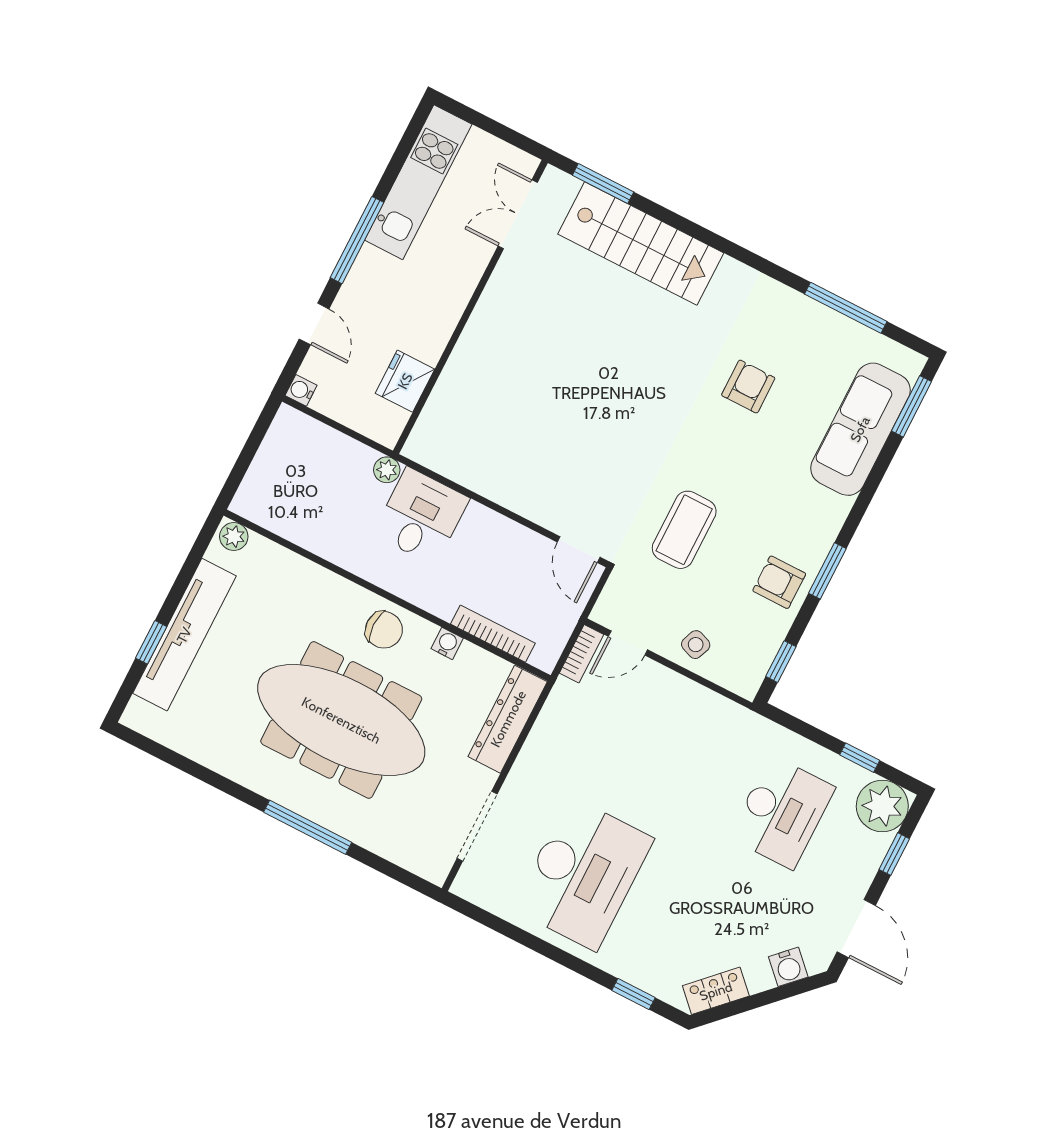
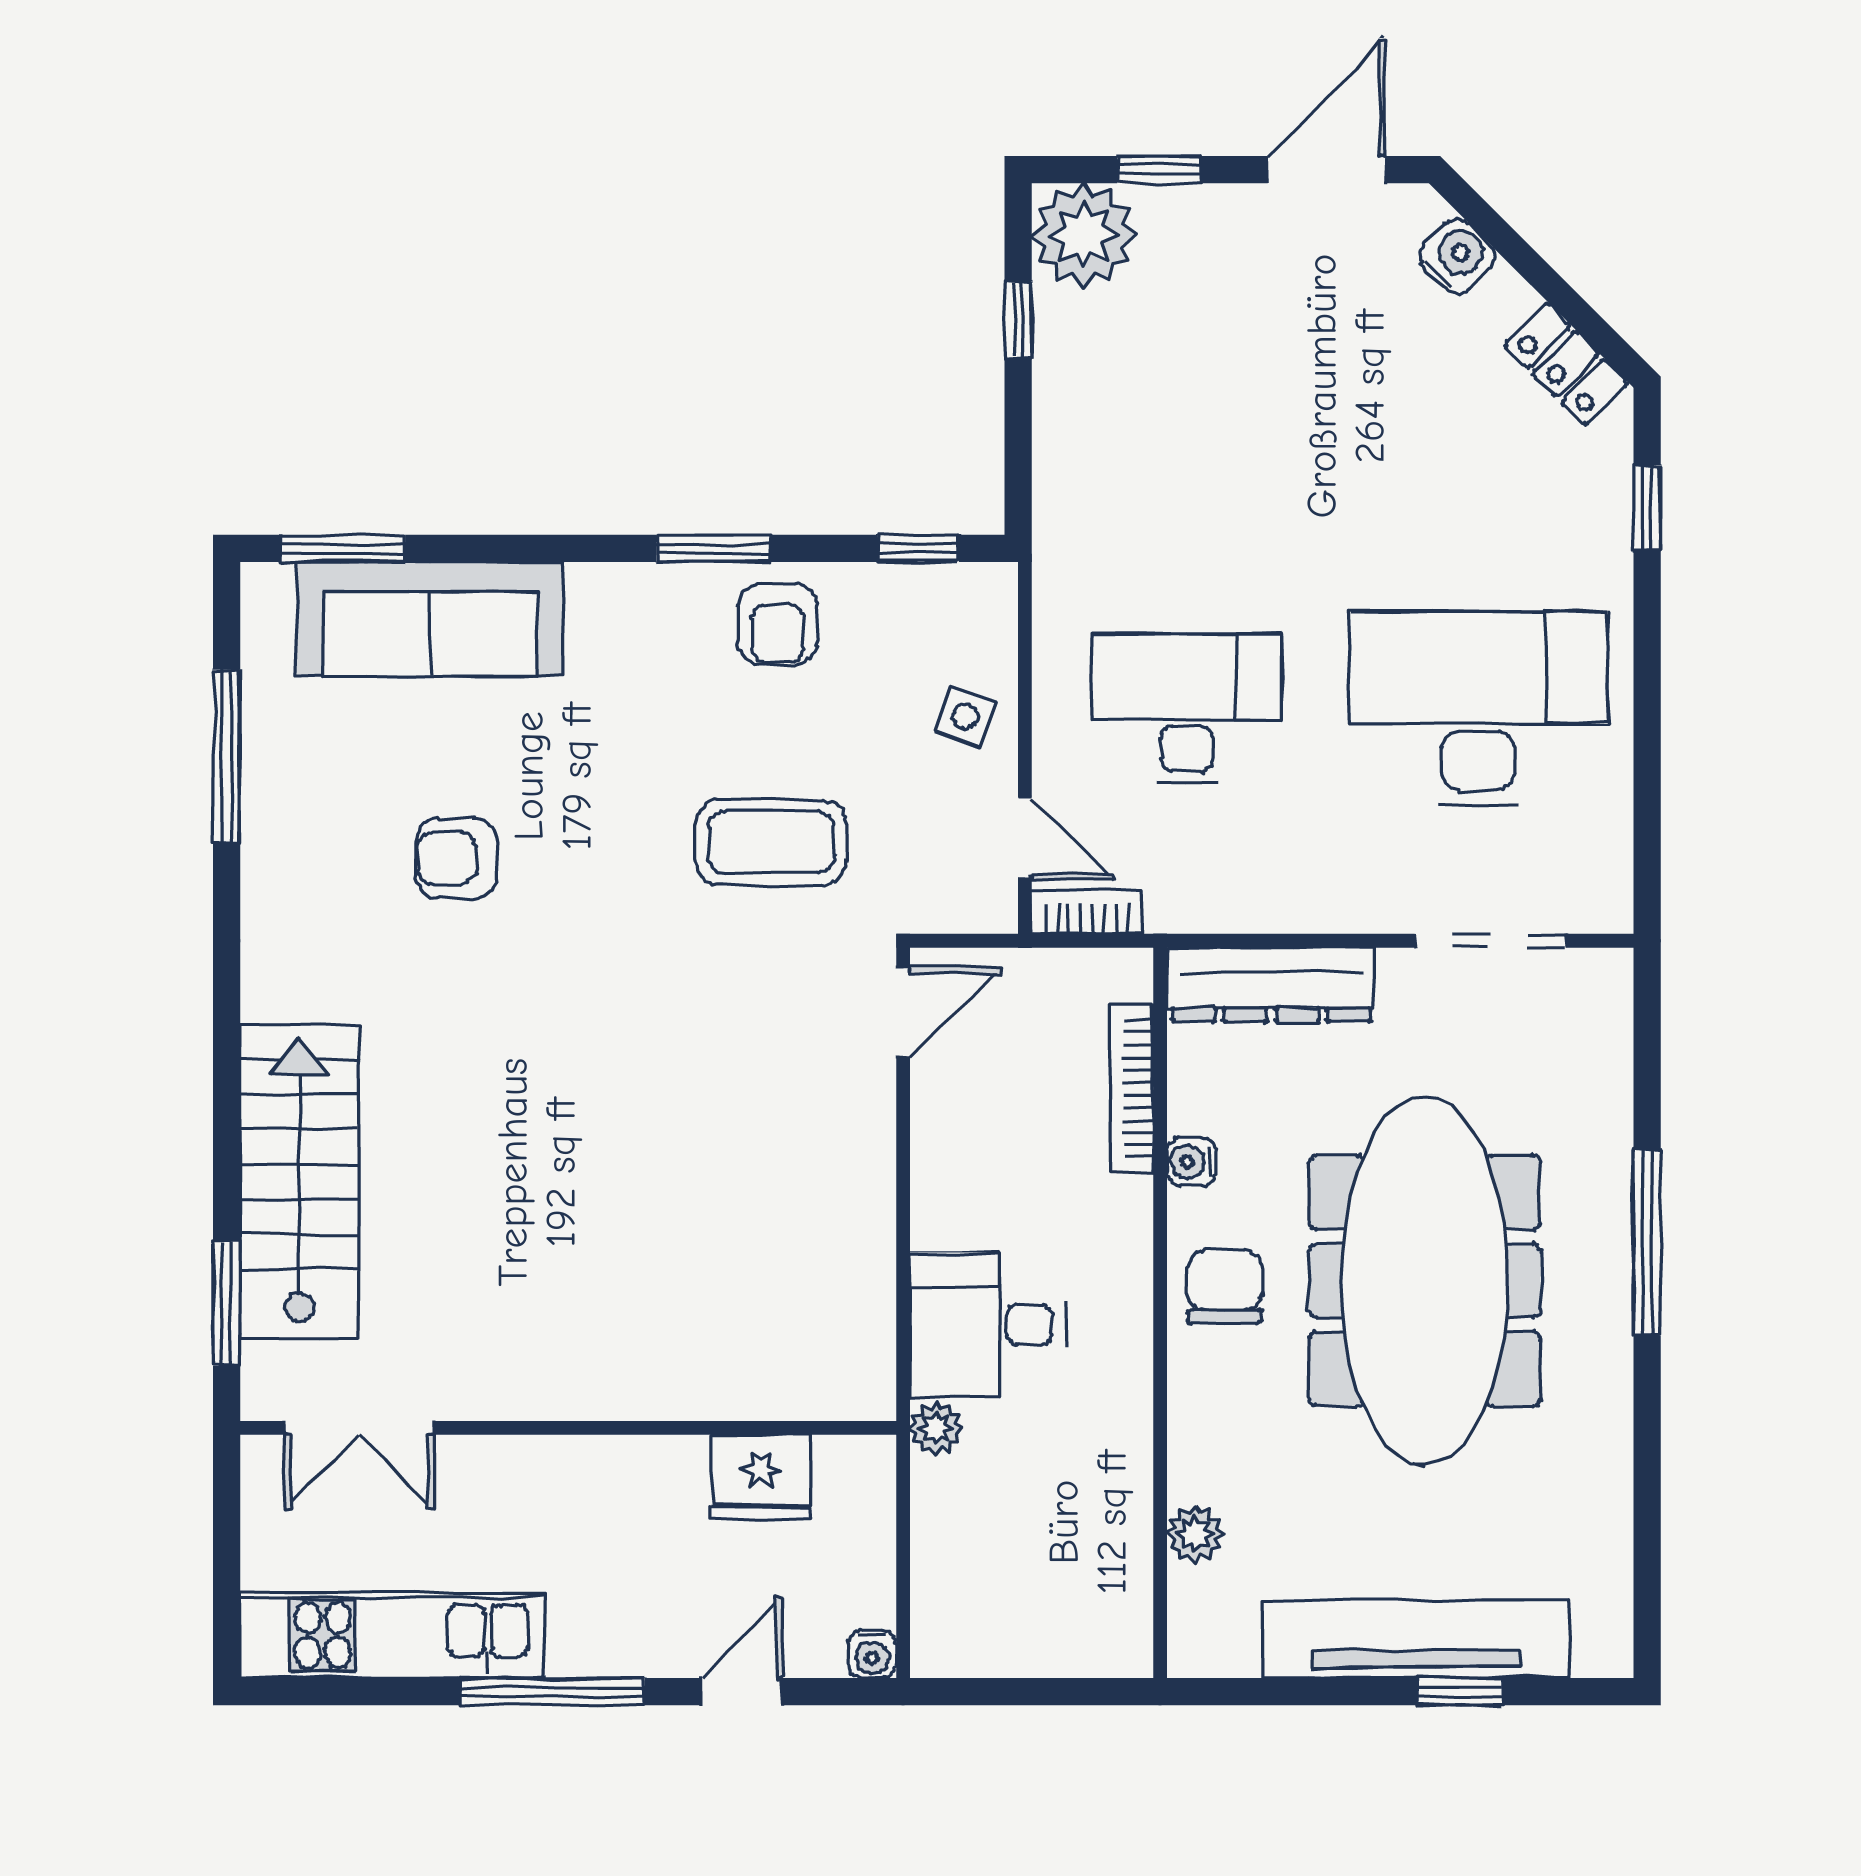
plant: (234, 537) -> (1195, 1534), moved
desk: (782, 812) -> (1187, 708), moved

